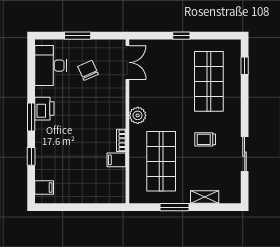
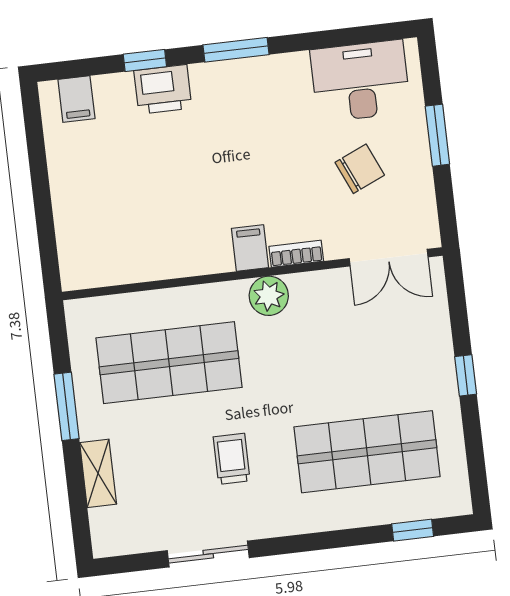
printer: (44, 109) -> (163, 89), moved
bookcase: (121, 140) -> (296, 254), moved
filing cabinet: (116, 160) -> (250, 248), moved

